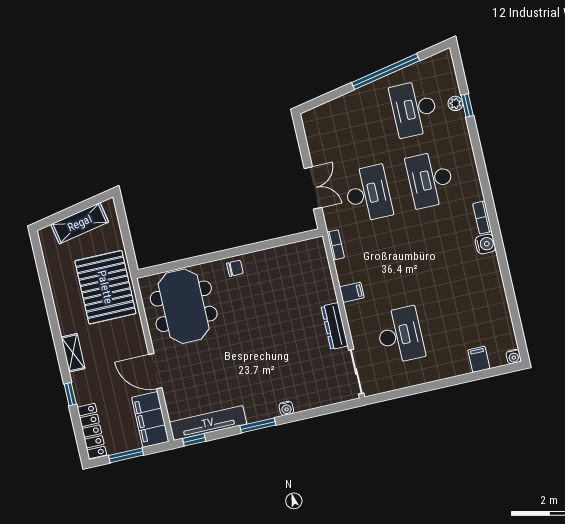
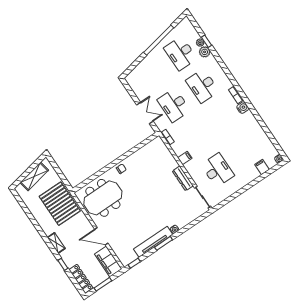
plant: (457, 122) -> (205, 52), added
desk: (368, 194) -> (174, 105), turned 180
meeting table: (184, 306) -> (103, 198), turned 90
tv unit: (208, 423) -> (153, 242), moved

